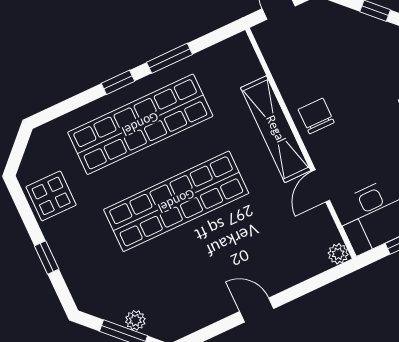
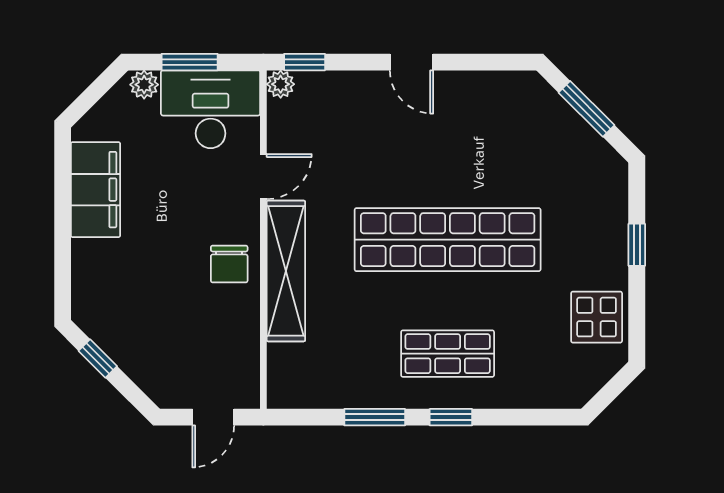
shop shelf: (140, 124) -> (448, 354), width x0.50, depth x0.74
window: (329, 276) -> (305, 62), added
plant: (135, 320) -> (565, 118), removed

